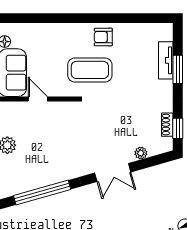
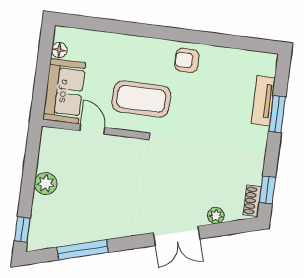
coffee table: (90, 70) -> (141, 99), moved
shoe rack: (167, 125) -> (252, 201), moved
window: (42, 192) -> (83, 250), width x0.68

